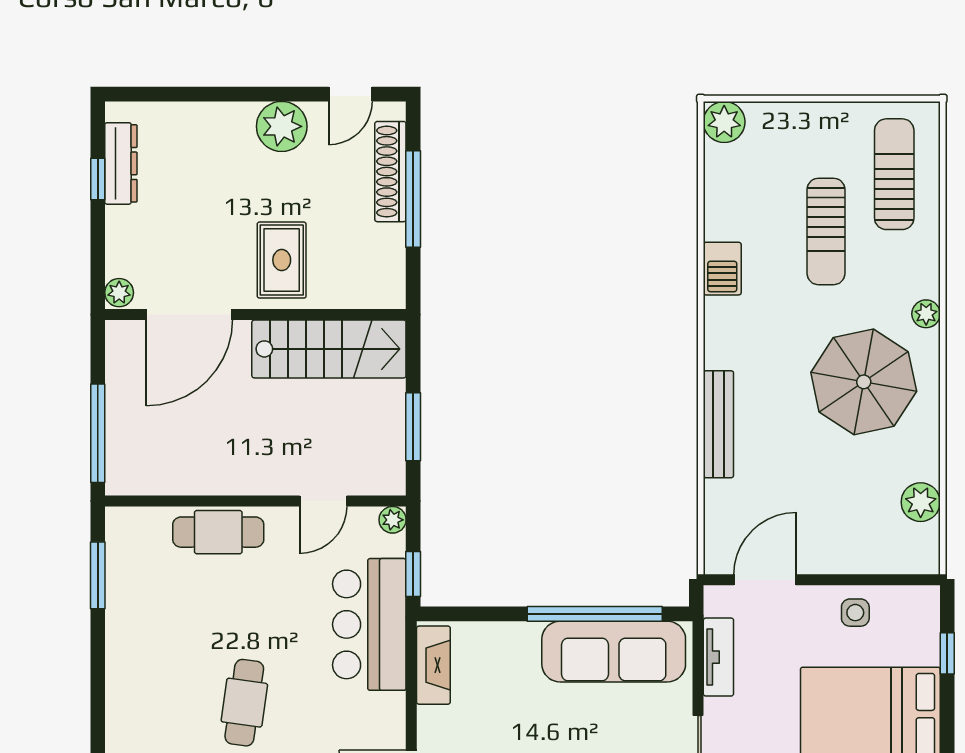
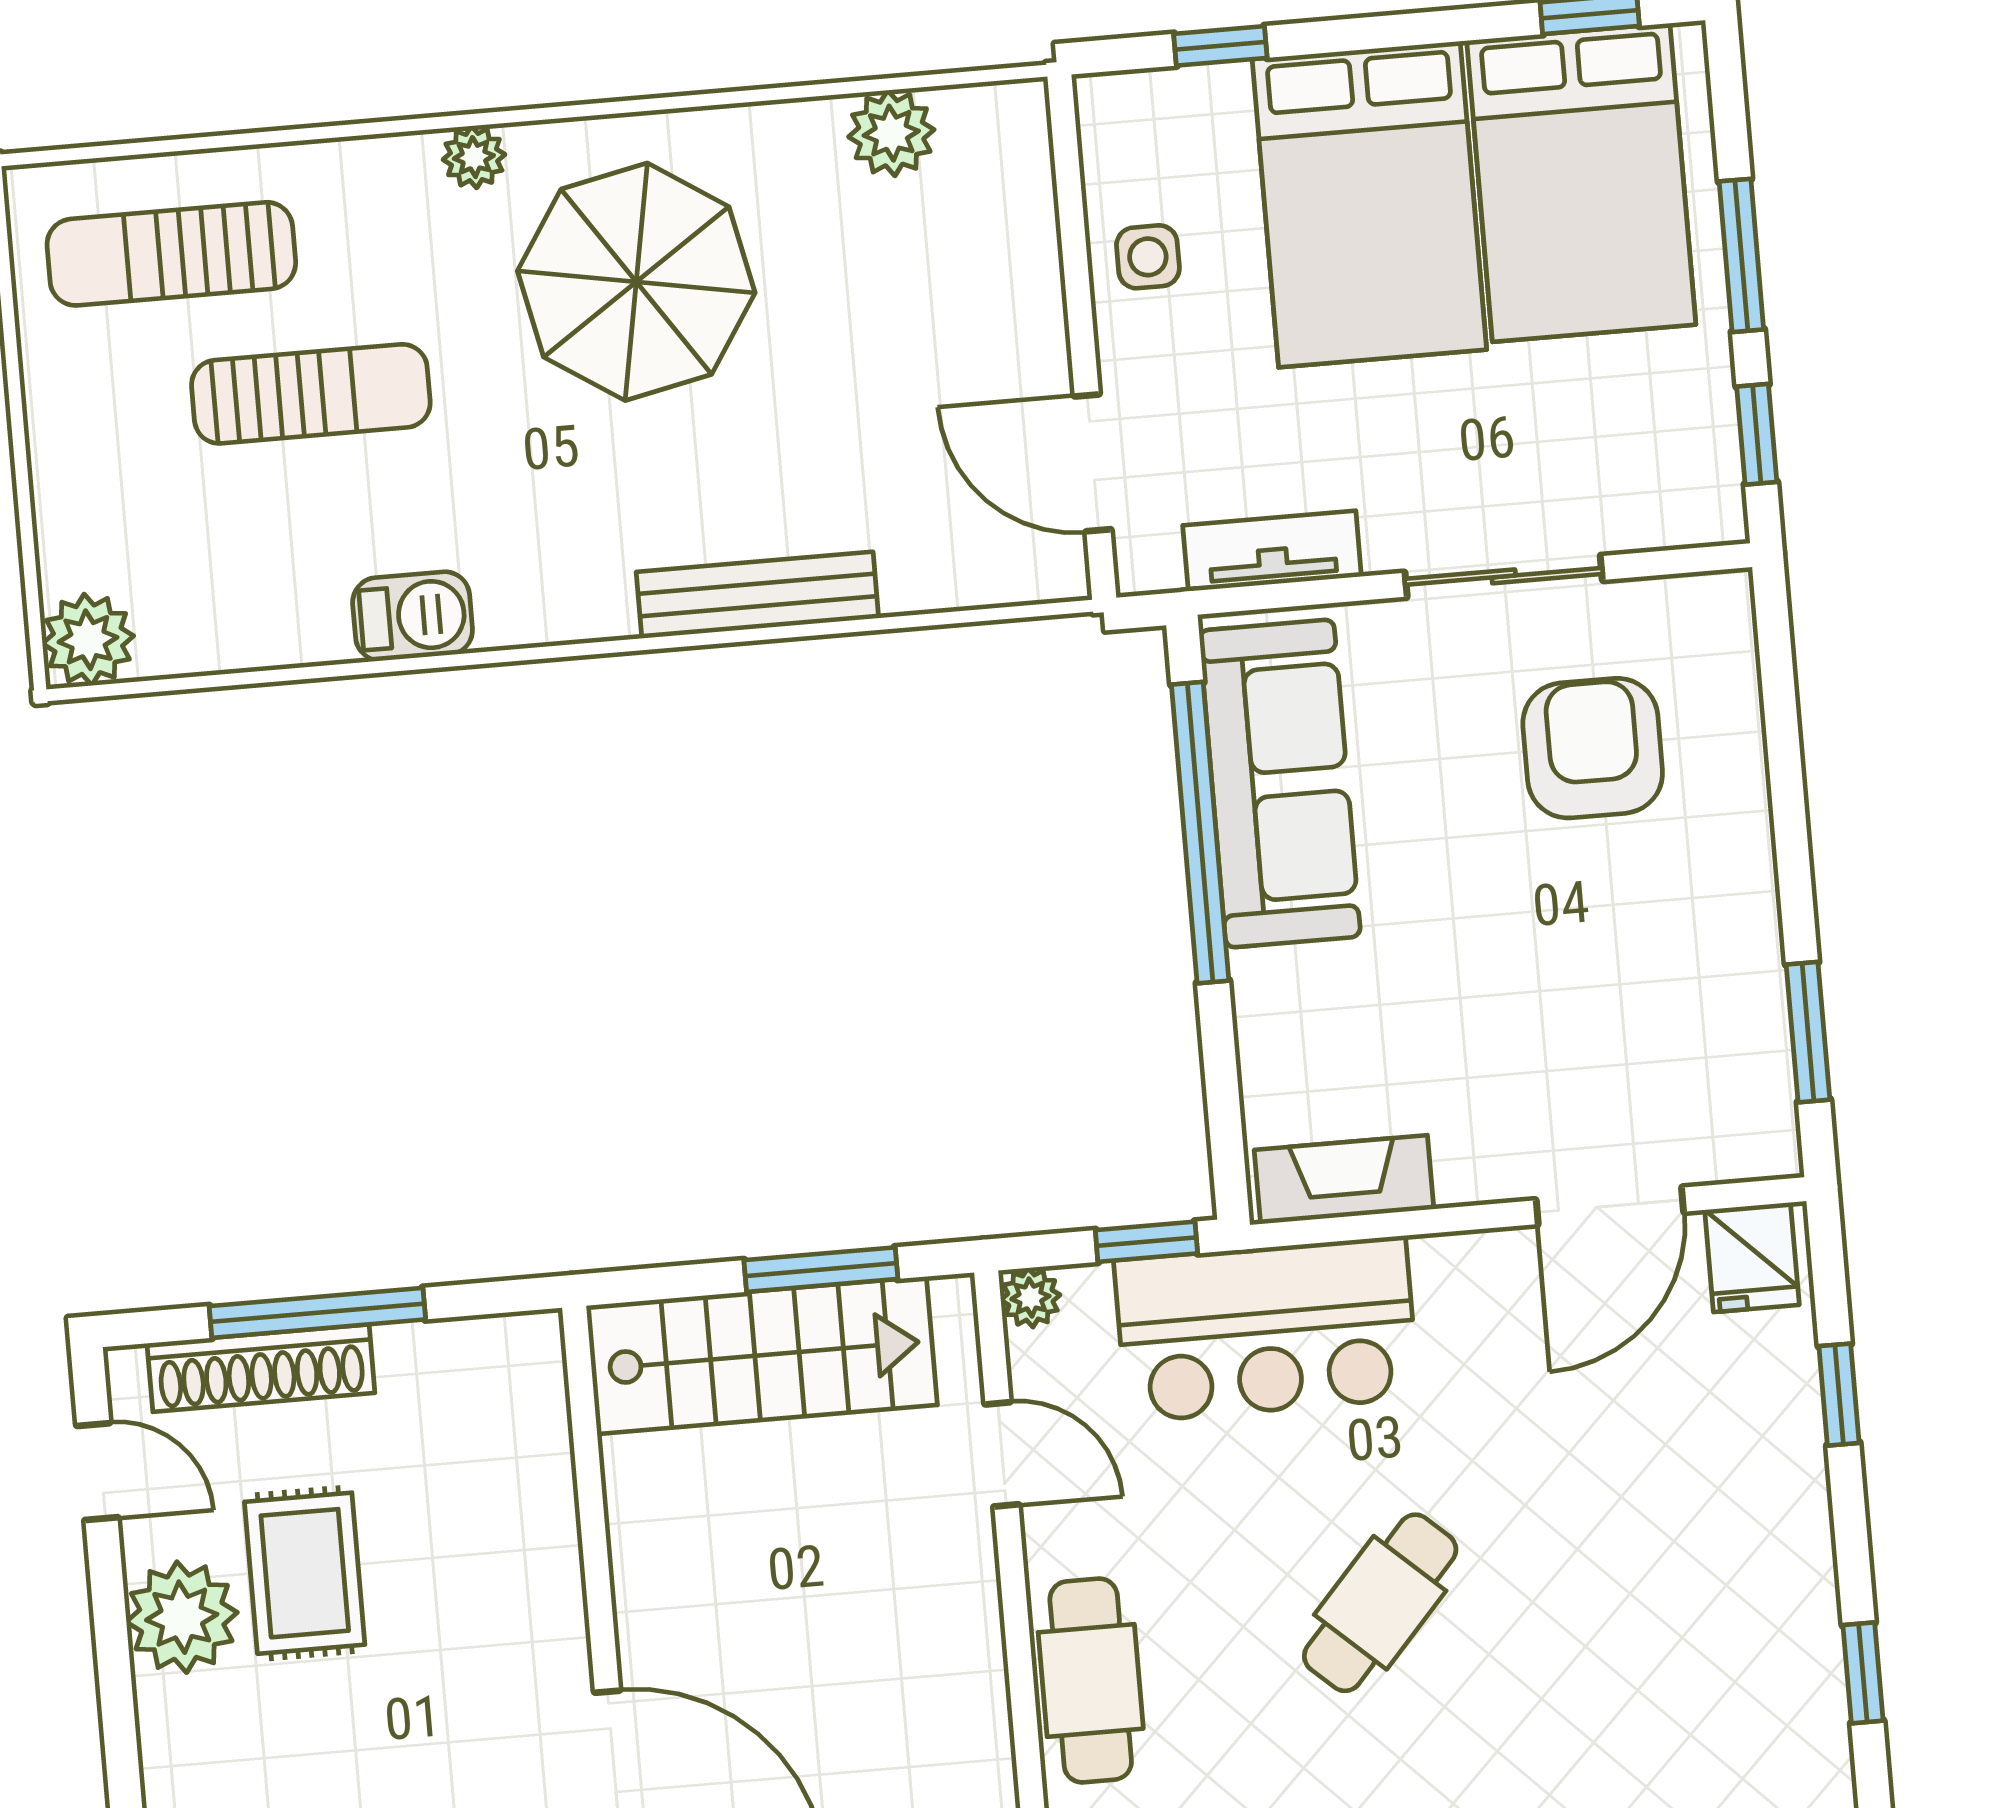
rug: (282, 260) -> (305, 1573), moved, turned 90
stairs: (329, 349) -> (762, 1355), moved, turned 90
cafe table: (244, 703) -> (1380, 1603), moved, turned -56

